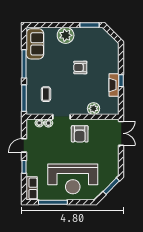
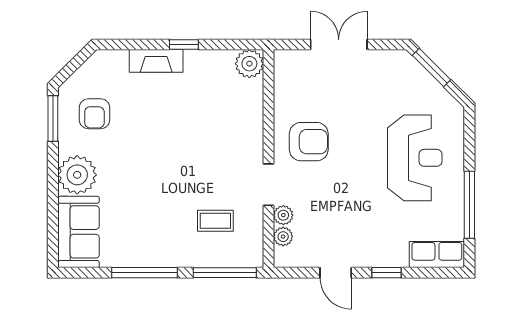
sofa: (35, 44) -> (79, 232), moved, turned 90
armchair: (80, 67) -> (94, 114), moved
fireplace: (114, 85) -> (156, 61), moved
plant: (94, 109) -> (249, 64), moved
double door: (121, 133) -> (339, 45), moved
reception desk: (73, 179) -> (415, 158), width x0.74, depth x0.77

